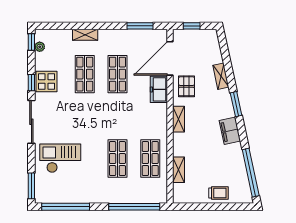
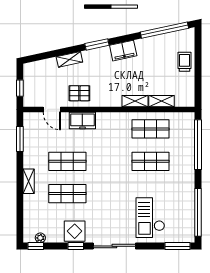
shelving: (85, 35) -> (29, 181), moved
door: (170, 58) -> (52, 109), width x0.53
shelving: (179, 119) -> (135, 101), moved

